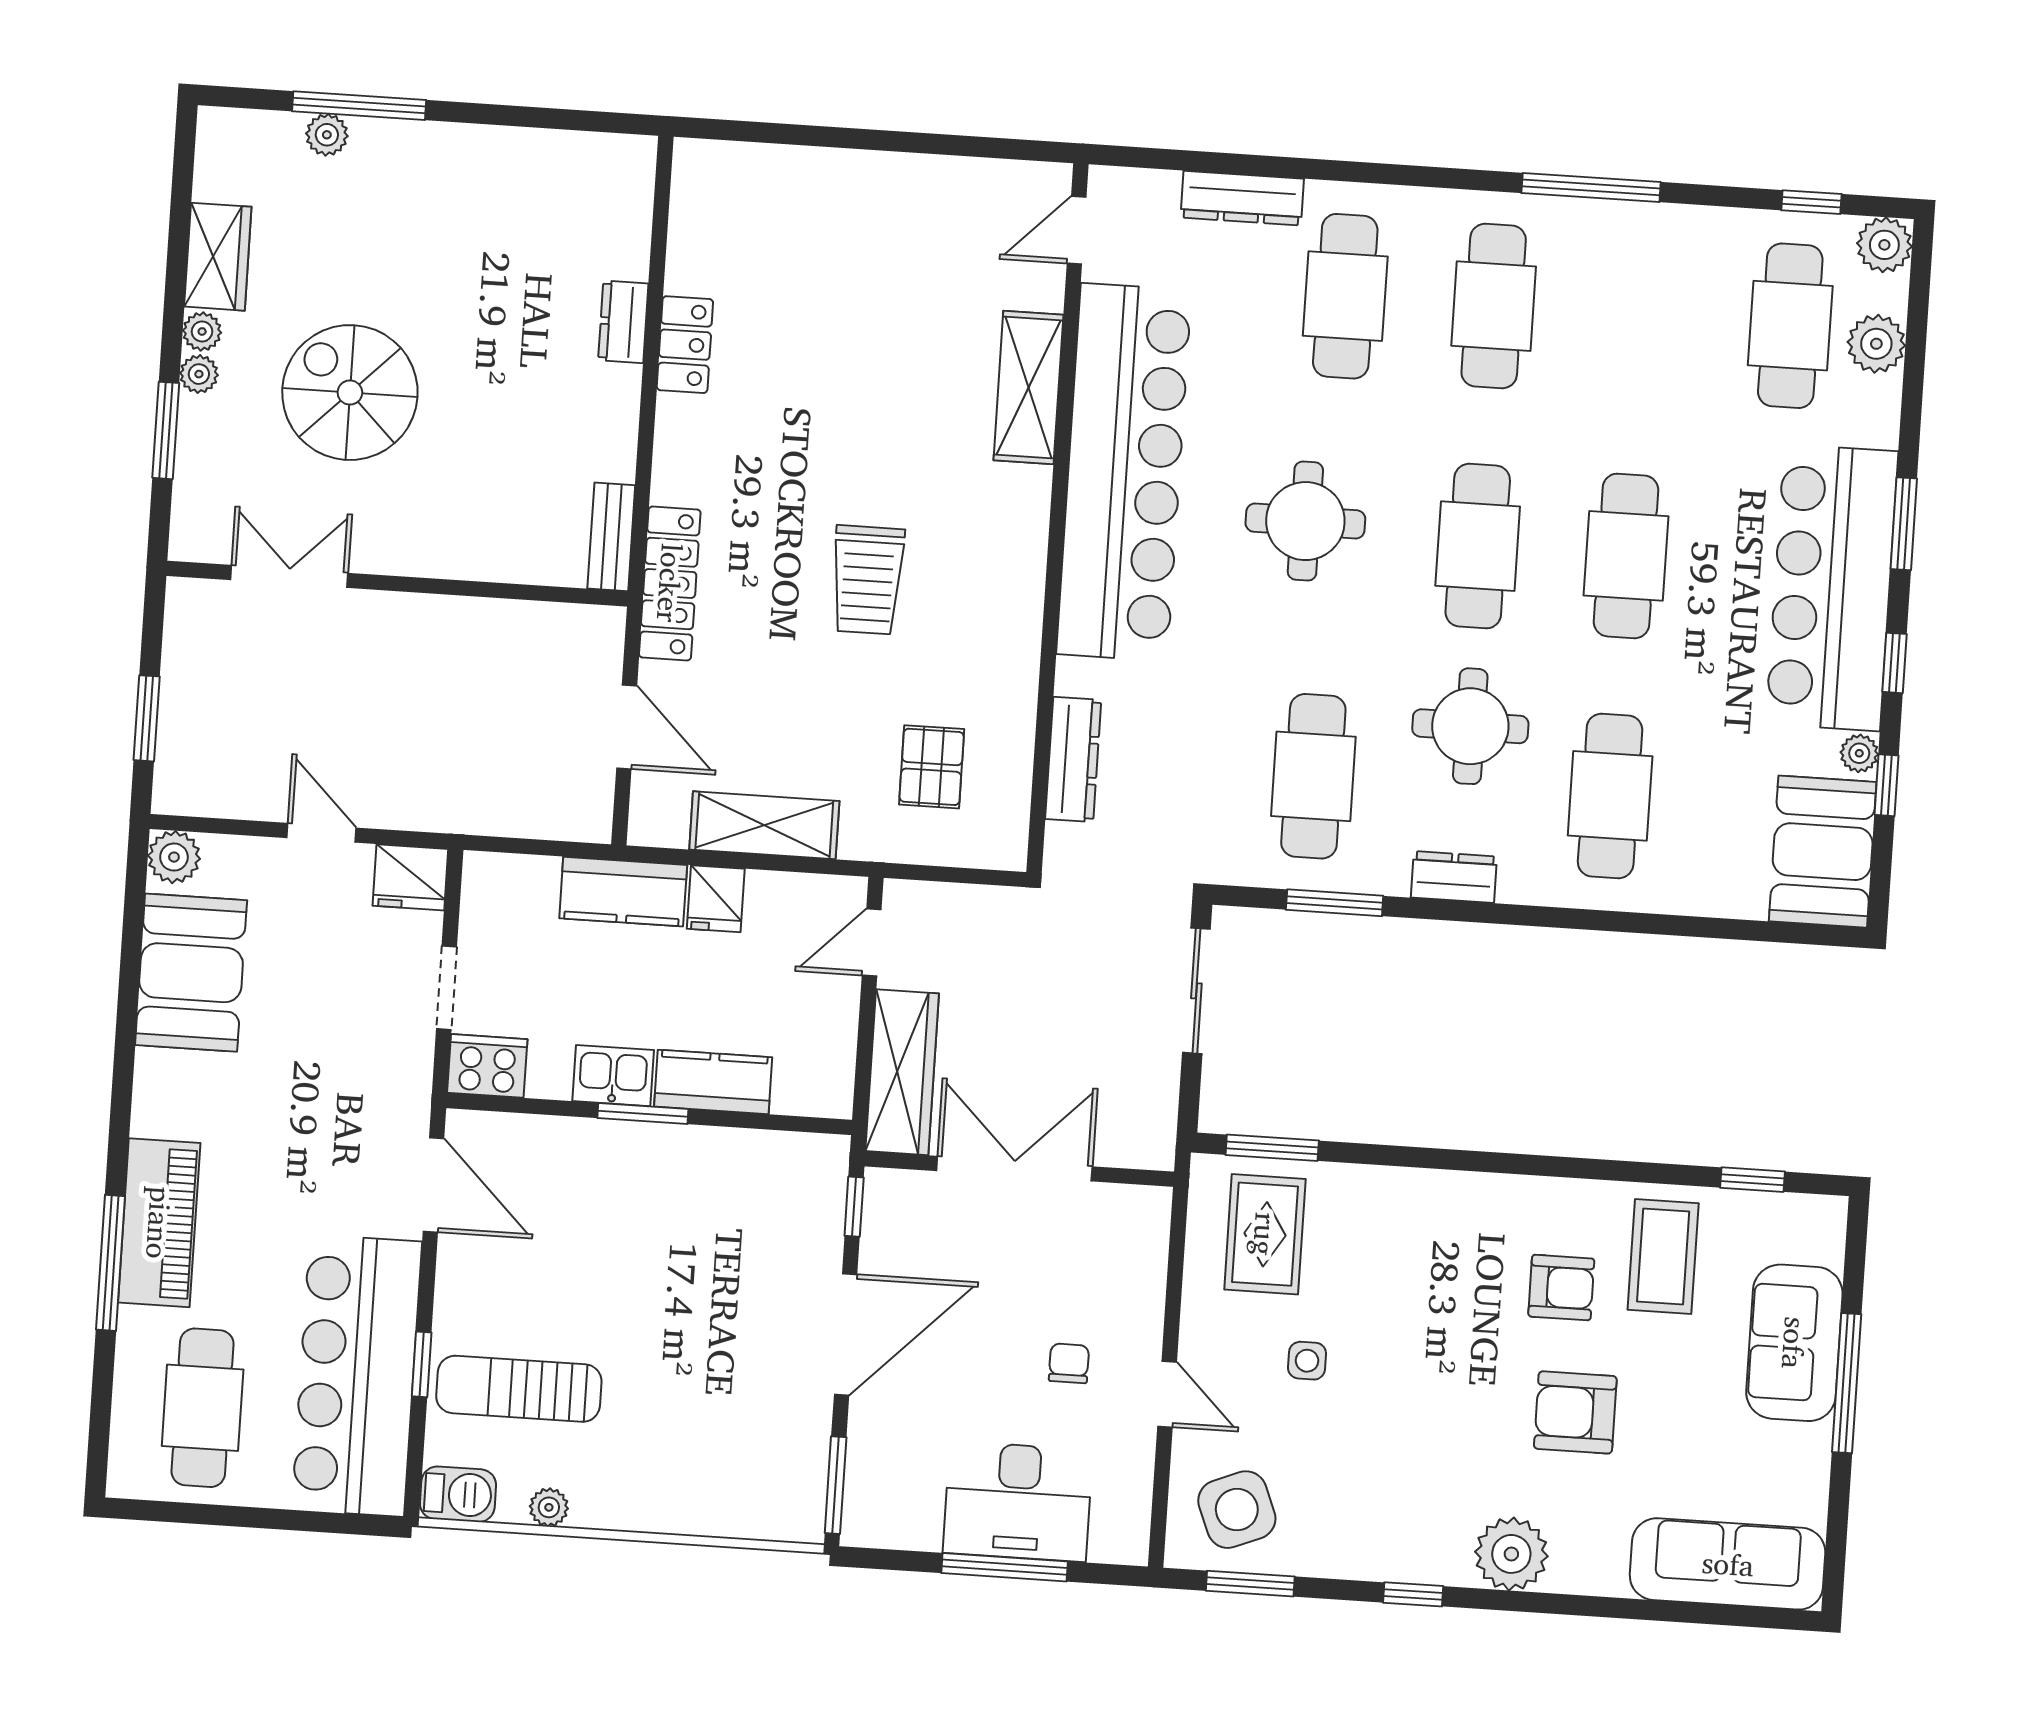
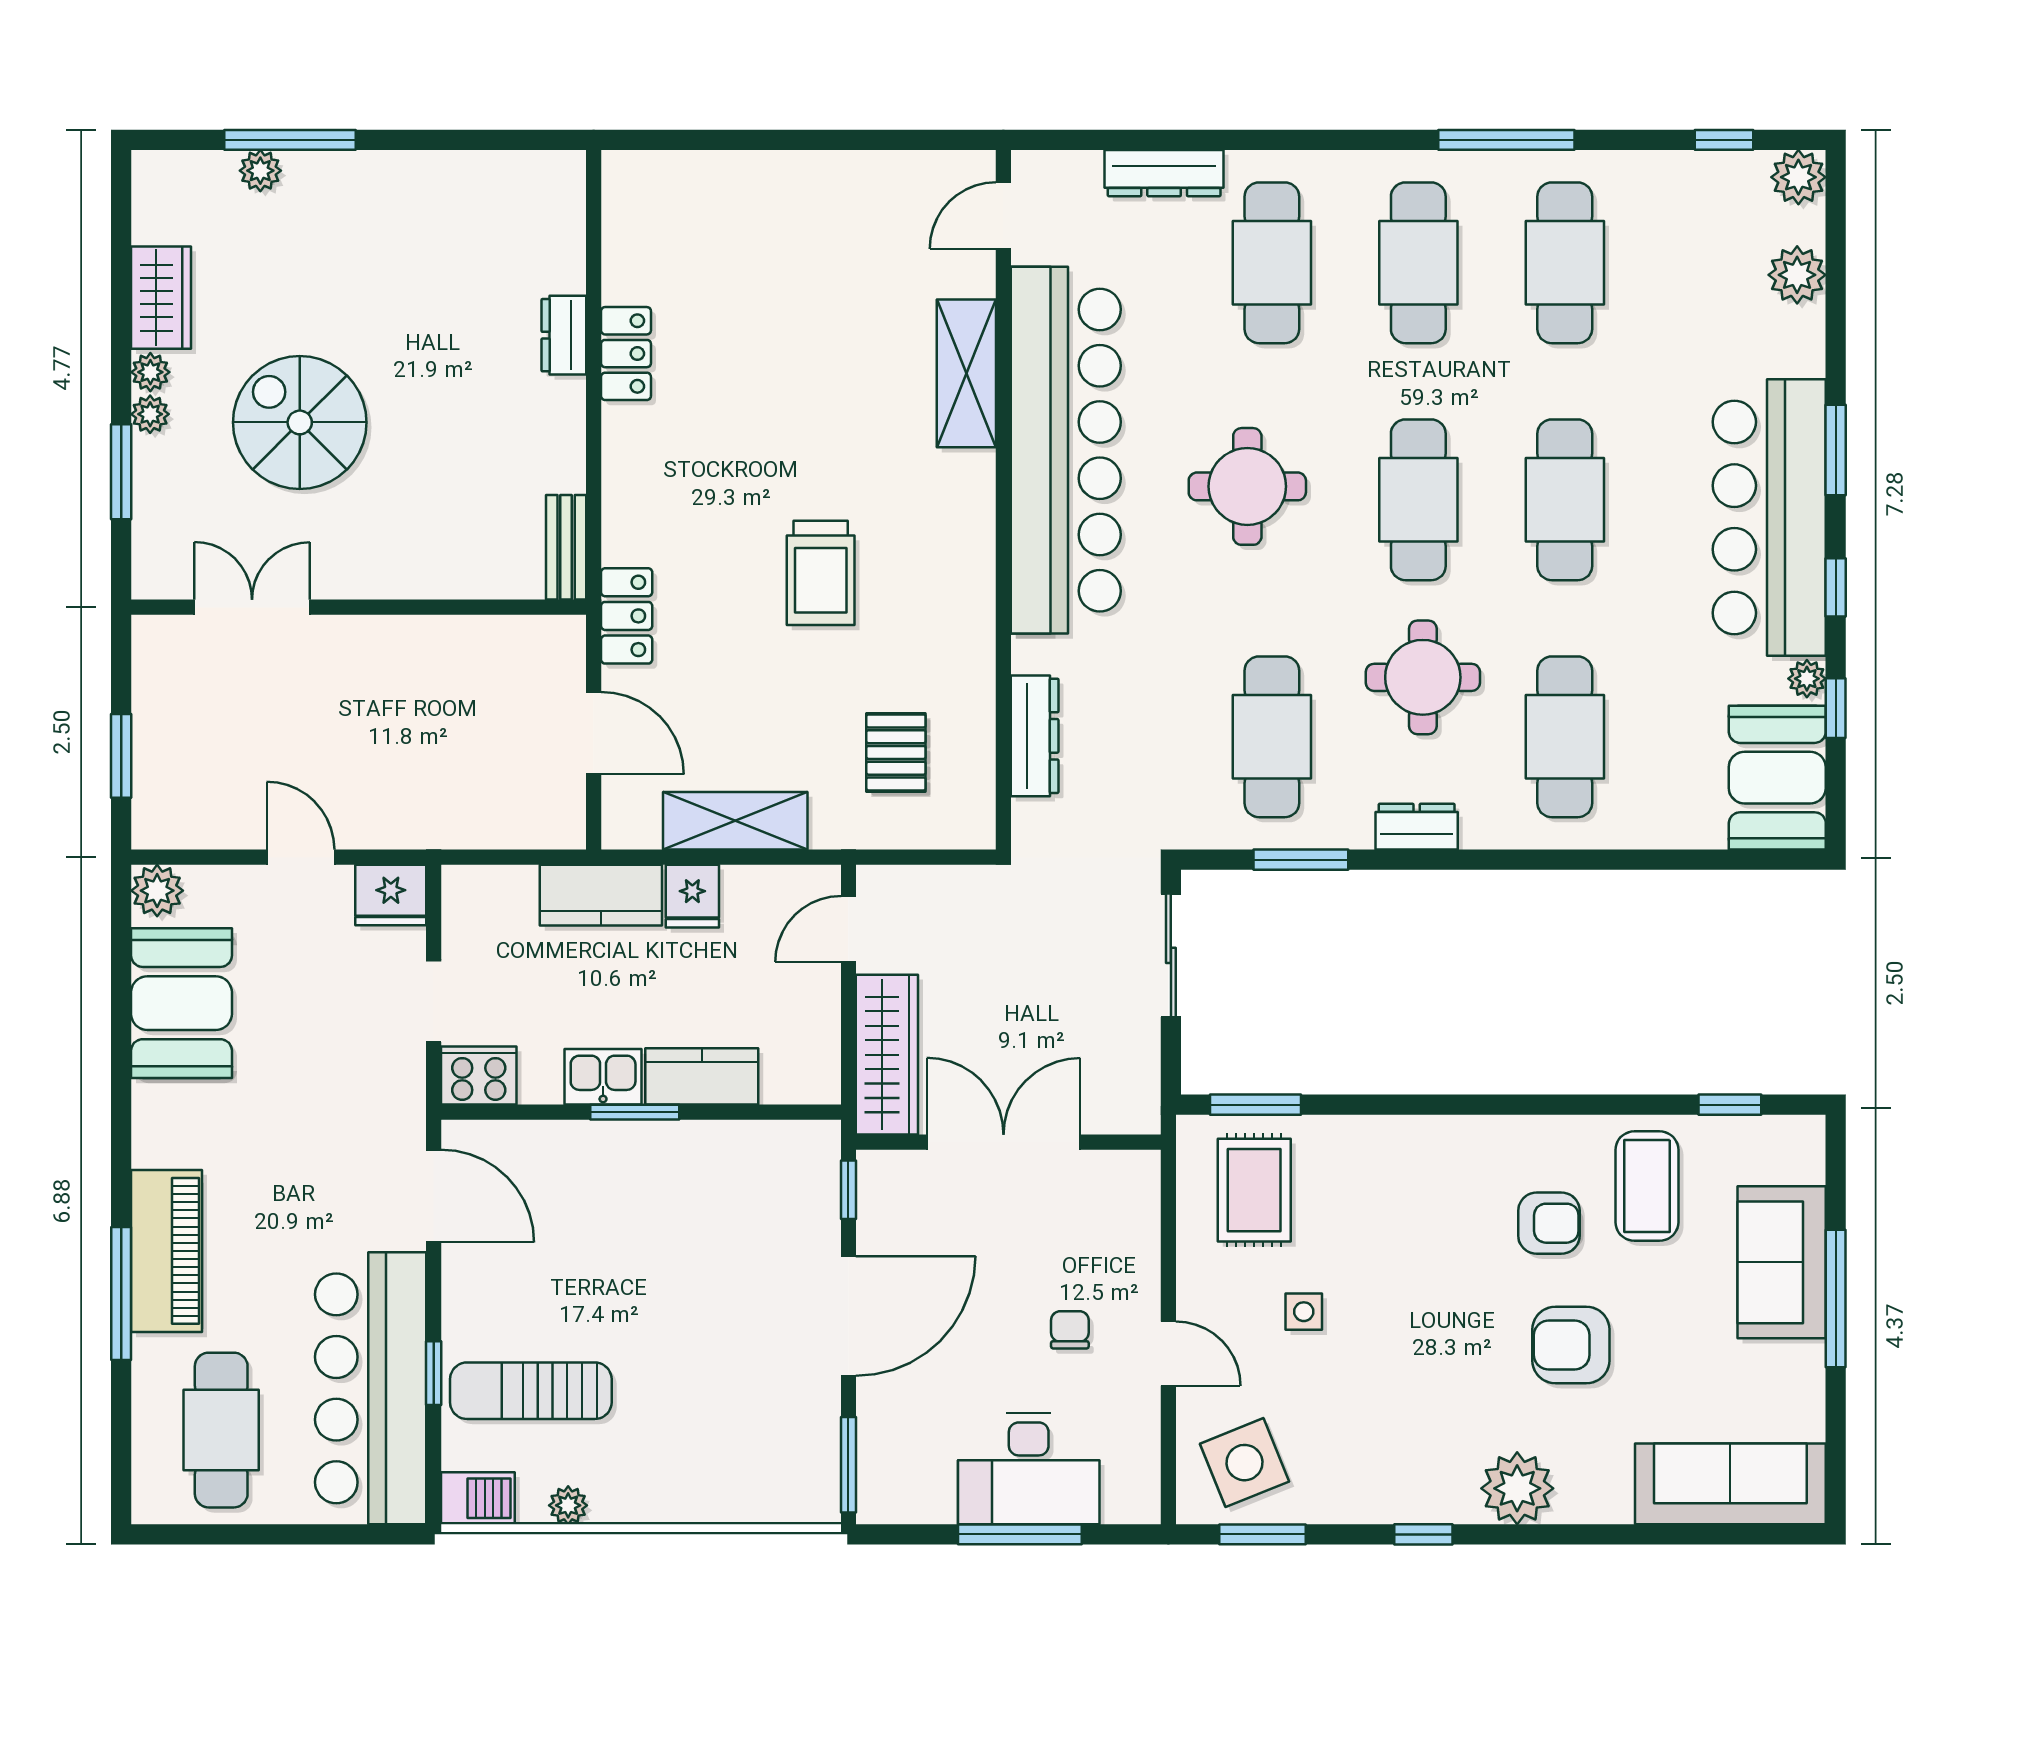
cafe table: (1790, 326) -> (1565, 263), moved
locker: (670, 583) -> (627, 616), width x0.66

